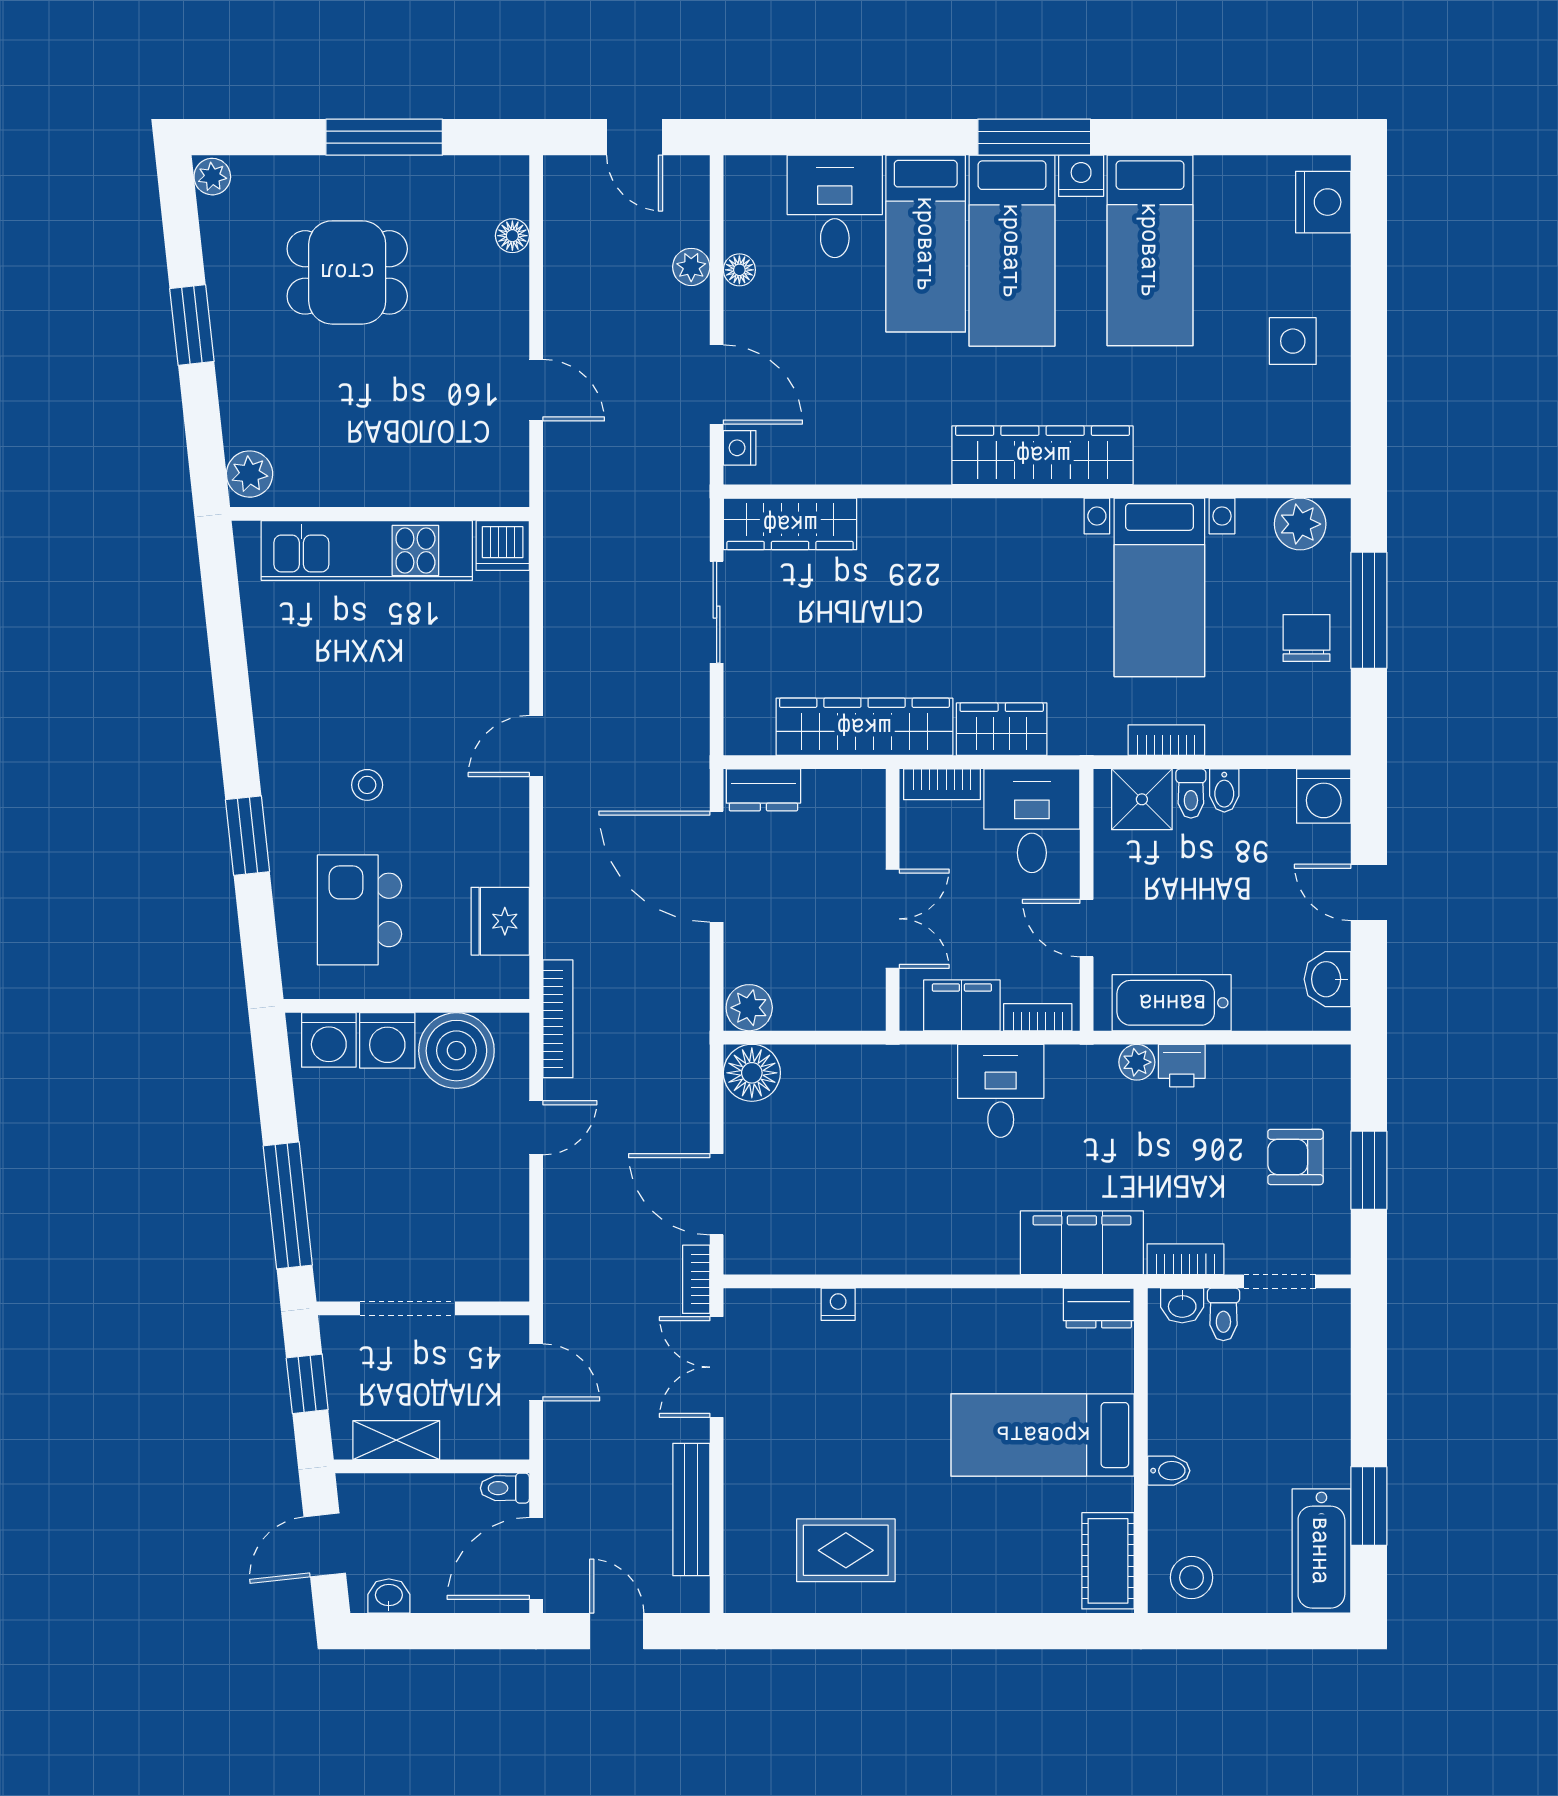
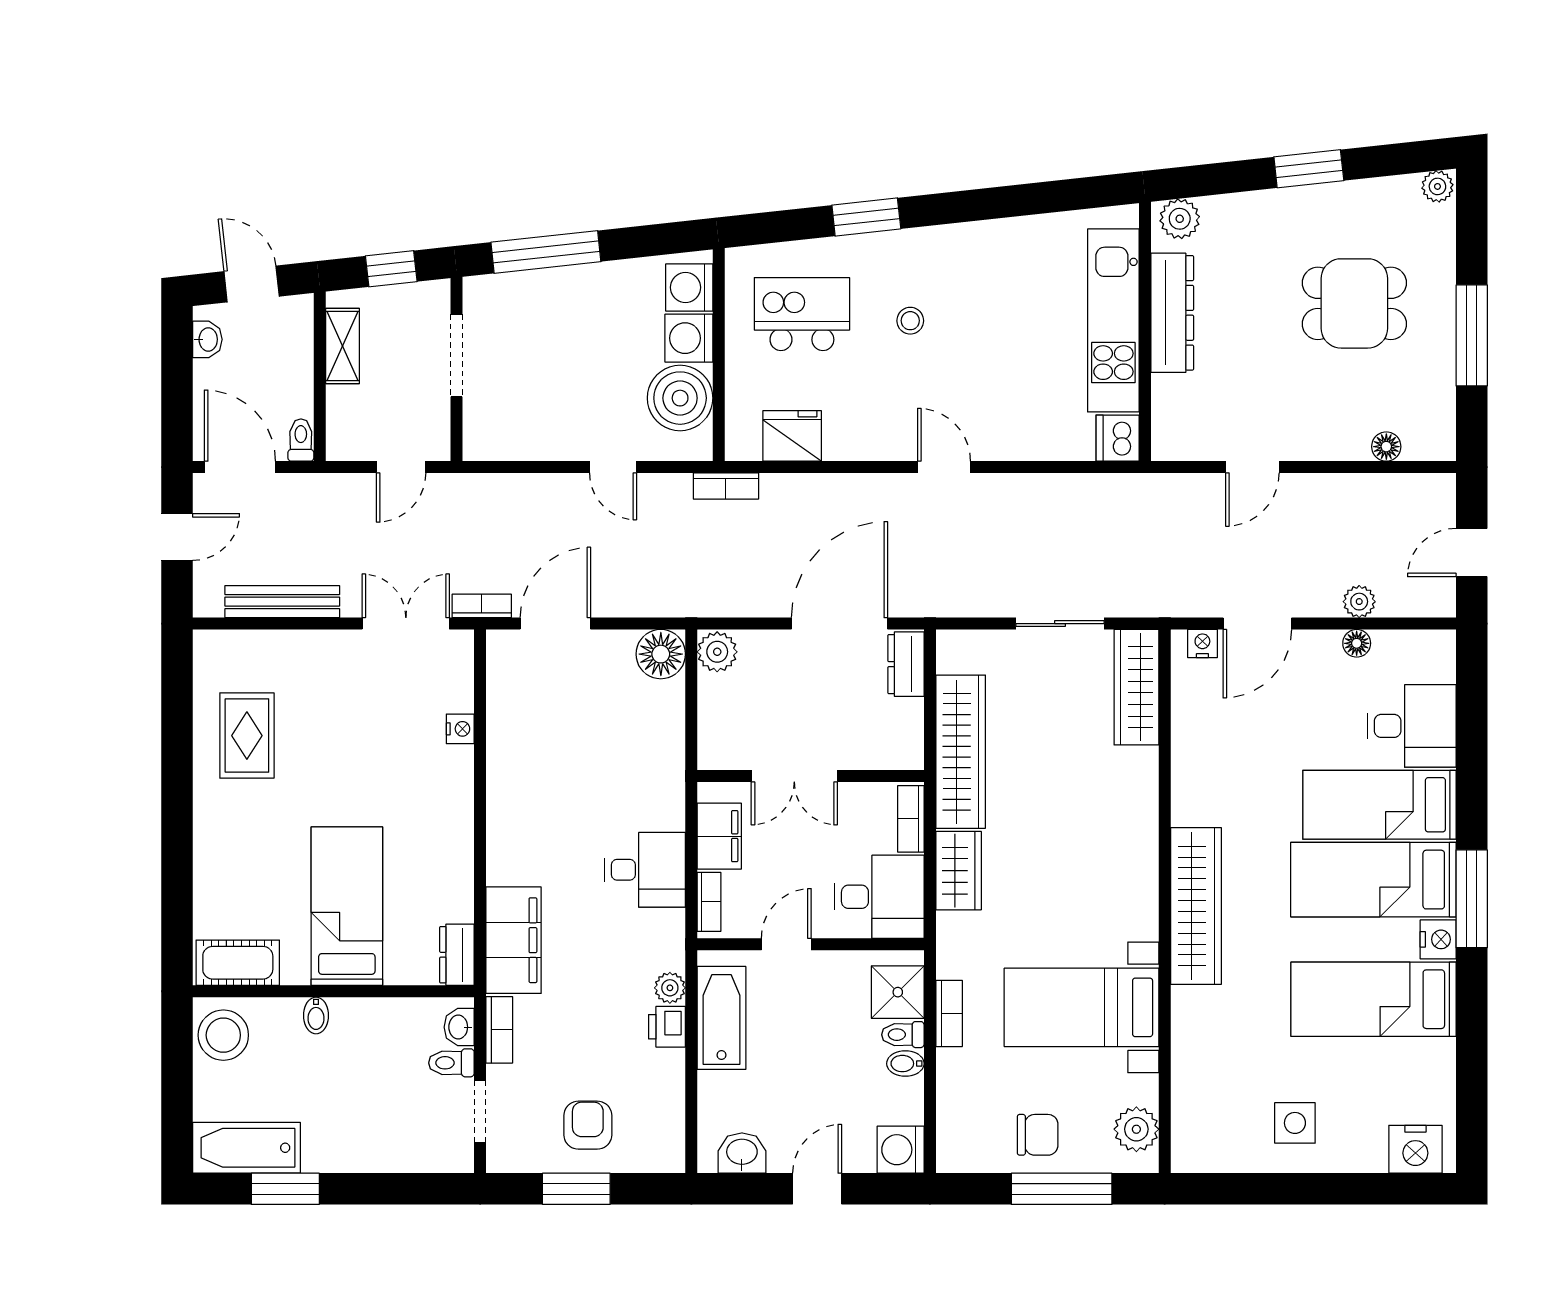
dining table: (347, 272) -> (1354, 303), turned 90
dresser: (358, 483) -> (1172, 313), added
bookcase: (558, 1019) -> (726, 486), width x0.64
stool: (1192, 1578) -> (223, 1035), width x1.38, depth x1.38

